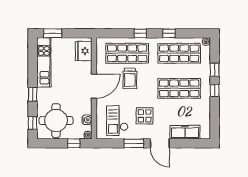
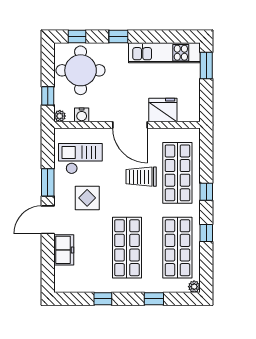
fridge: (84, 51) -> (163, 110), moved
window: (215, 91) -> (103, 299), moved
freezer: (185, 132) -> (64, 250), width x0.71

